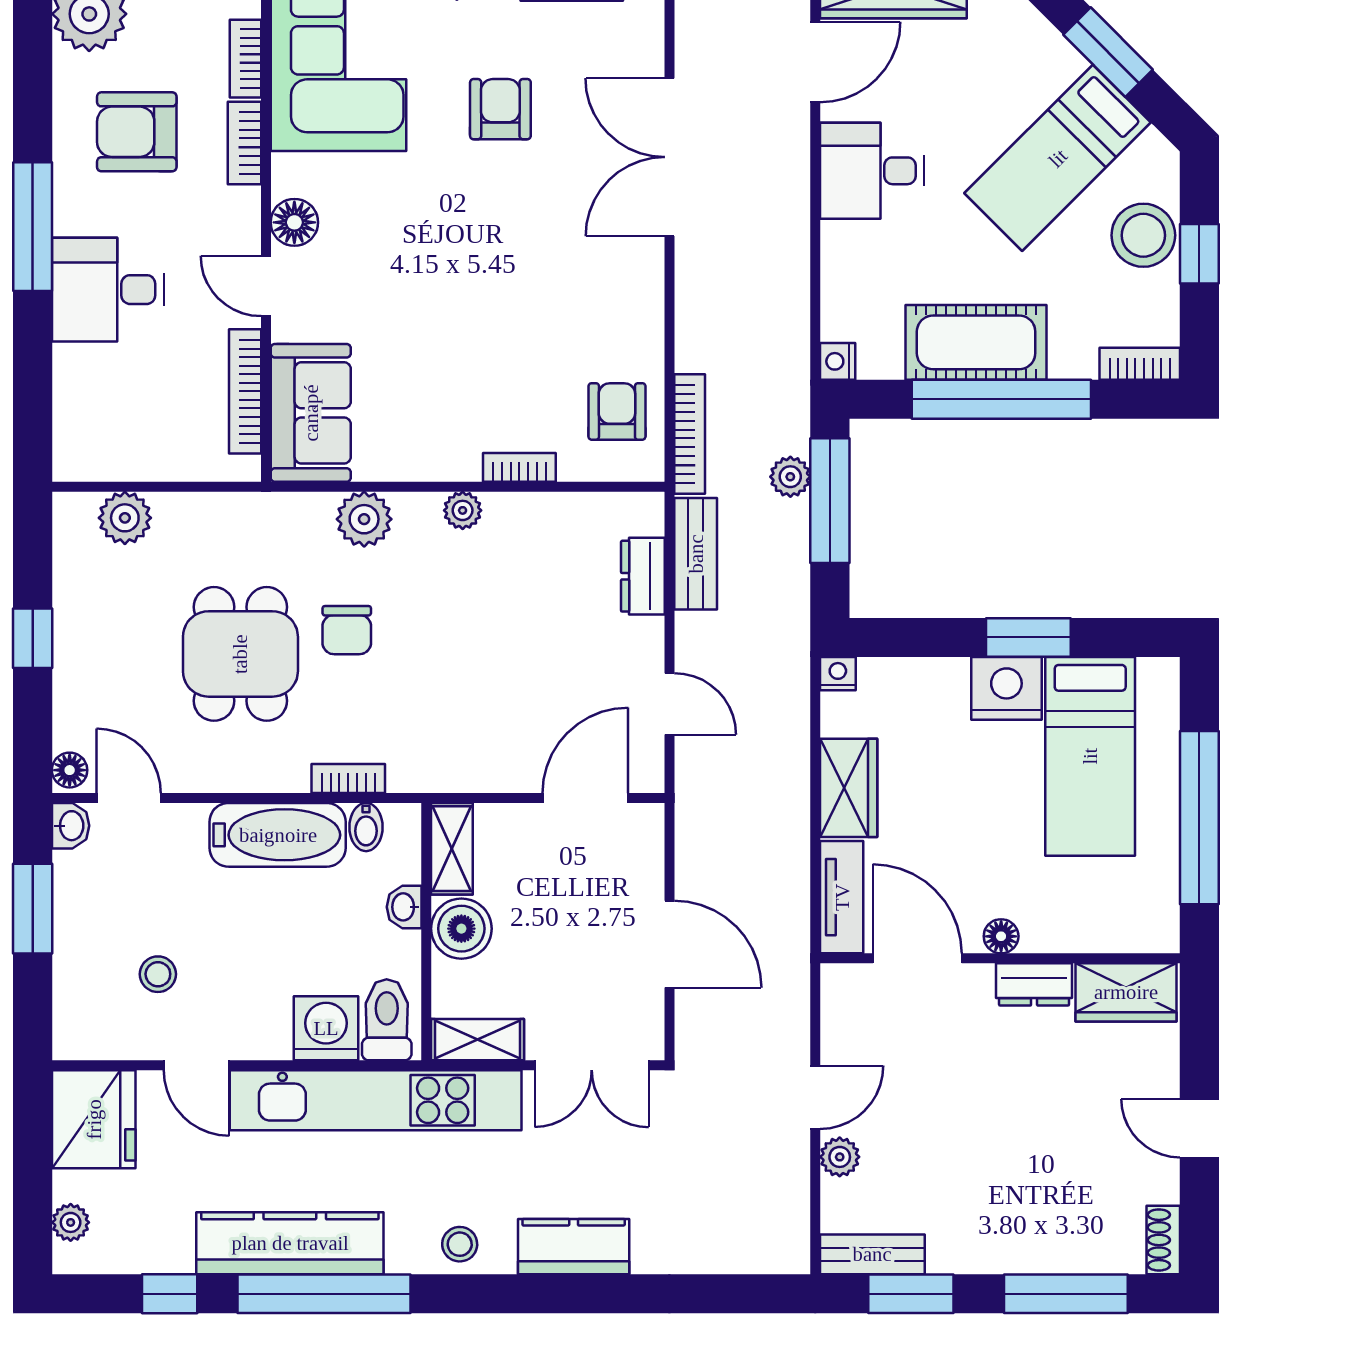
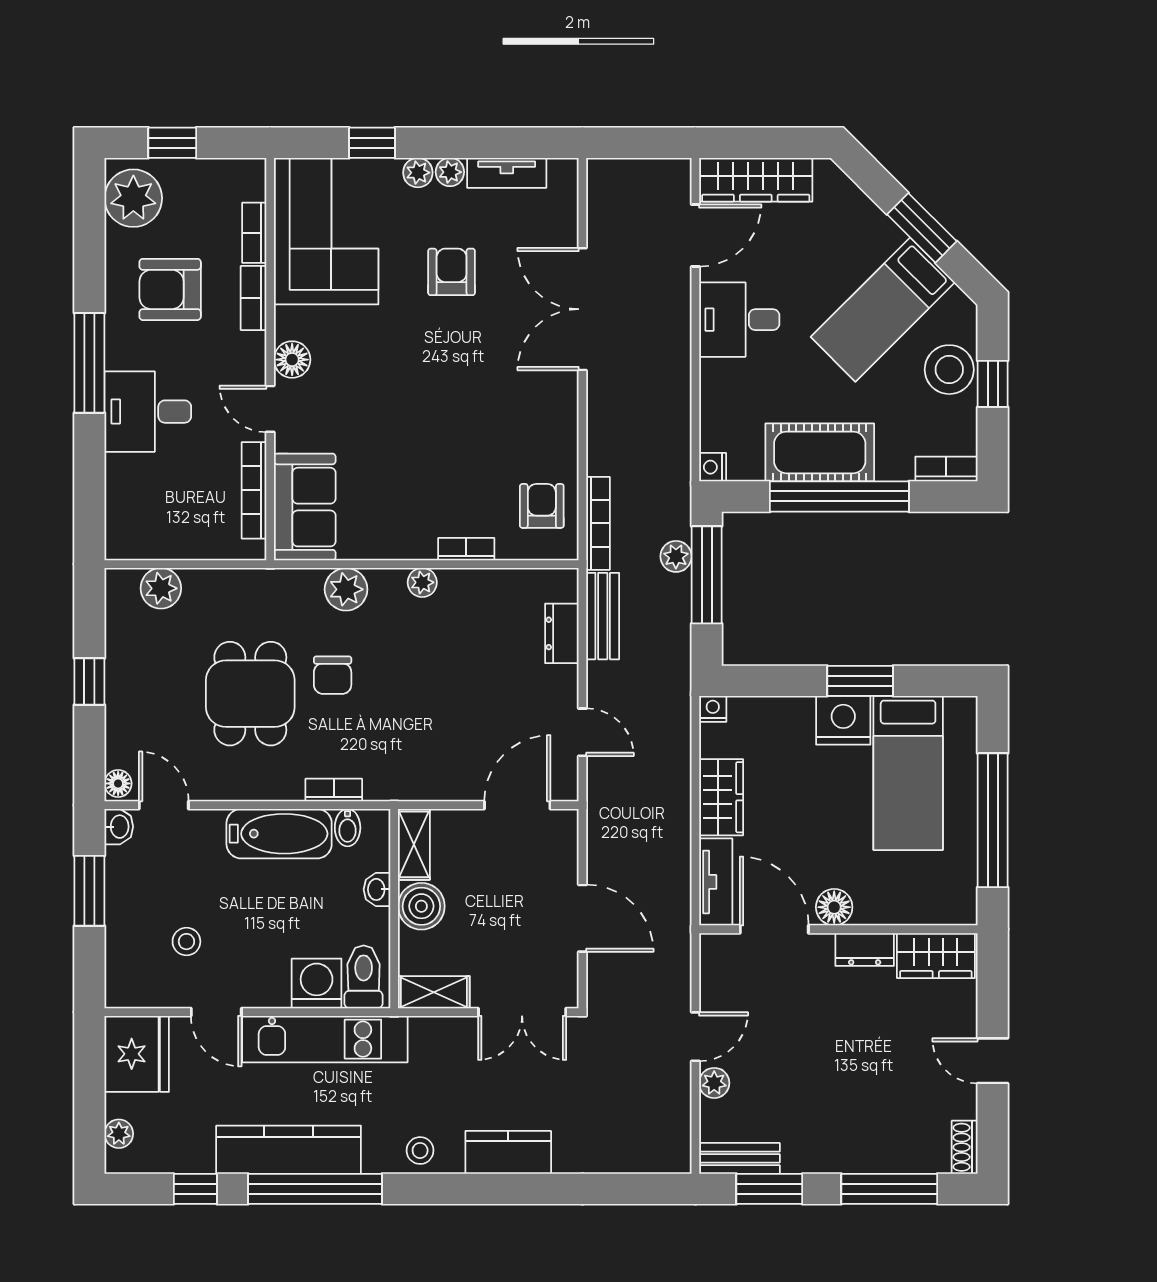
floor lamp: (1001, 936) -> (834, 907), width x1.37, depth x1.37
kitchen unit: (376, 1100) -> (325, 1039), width x0.73

